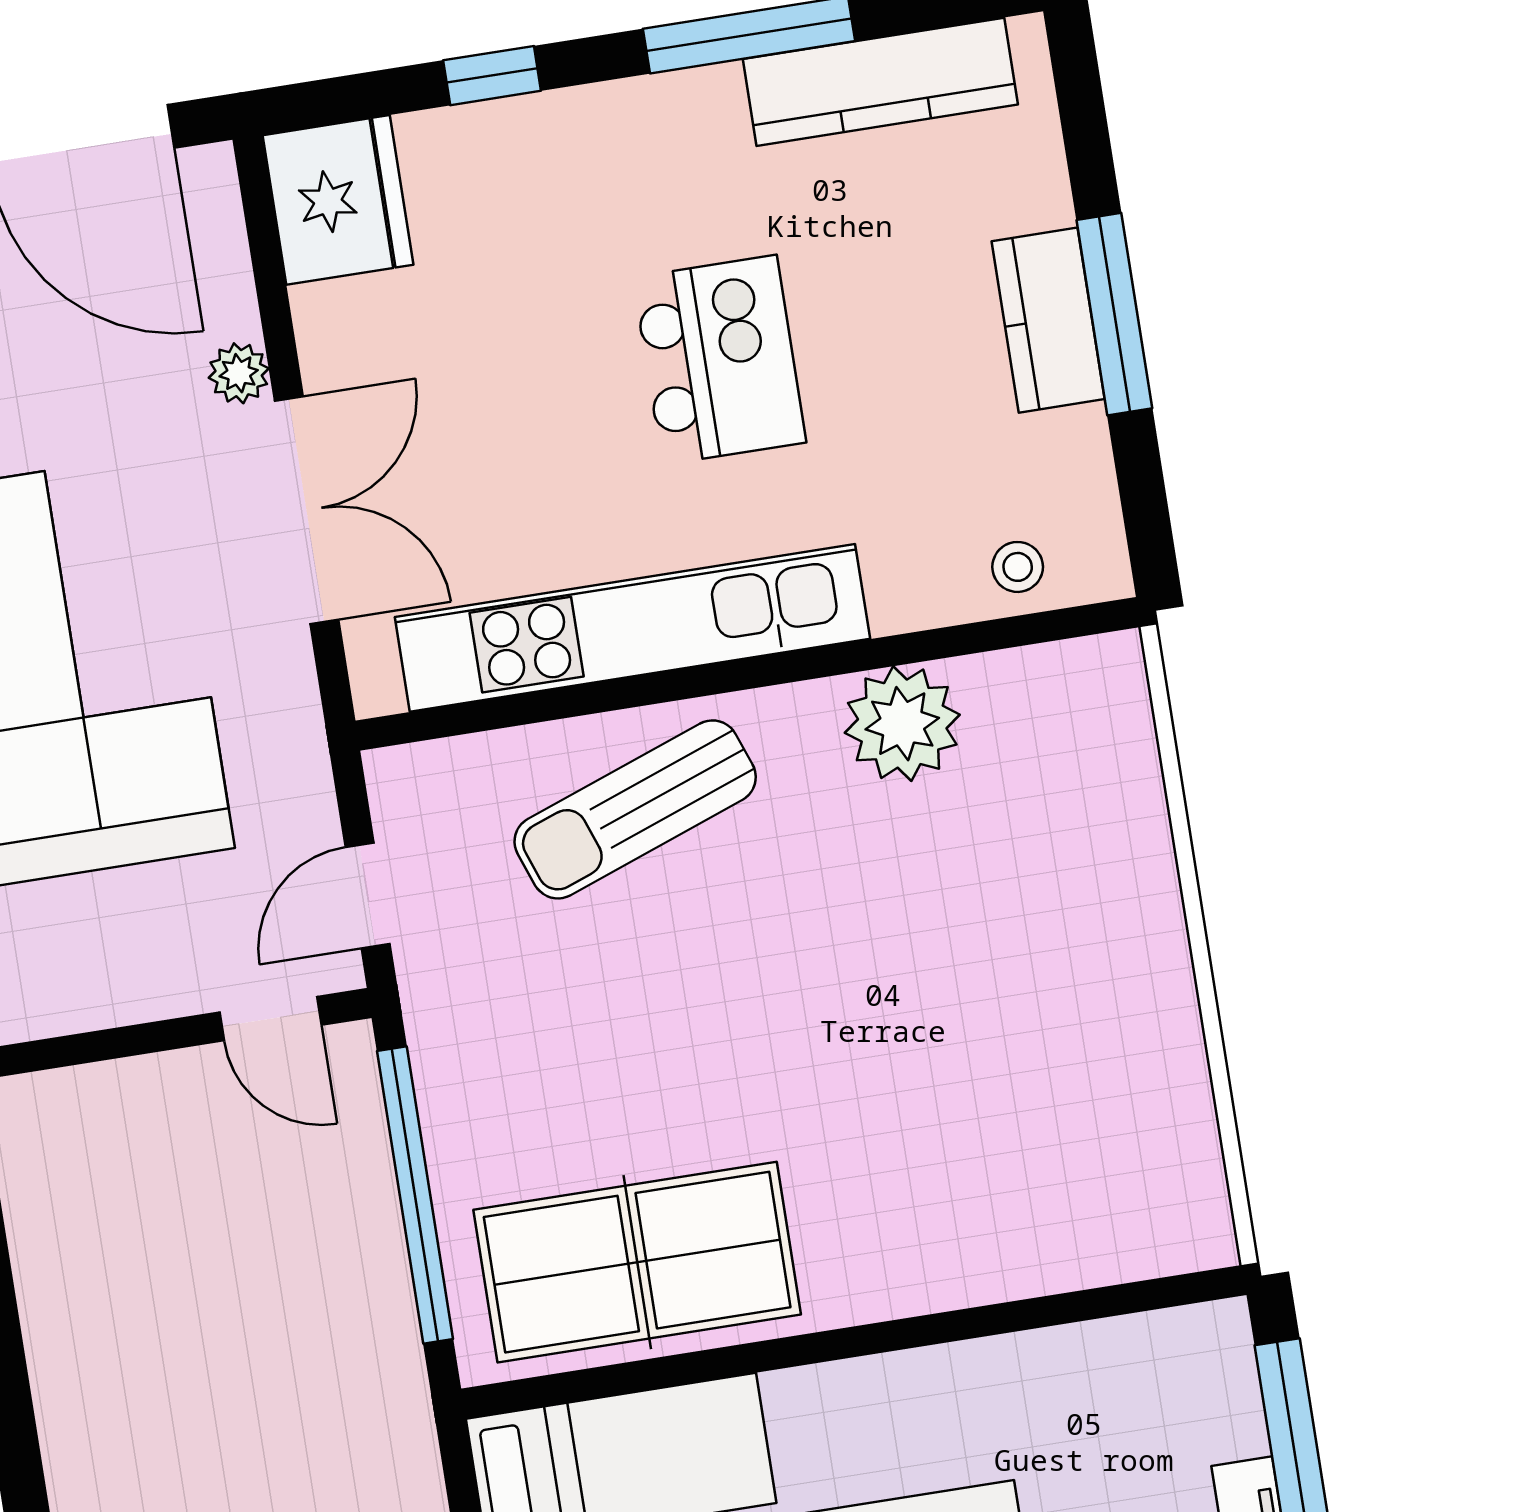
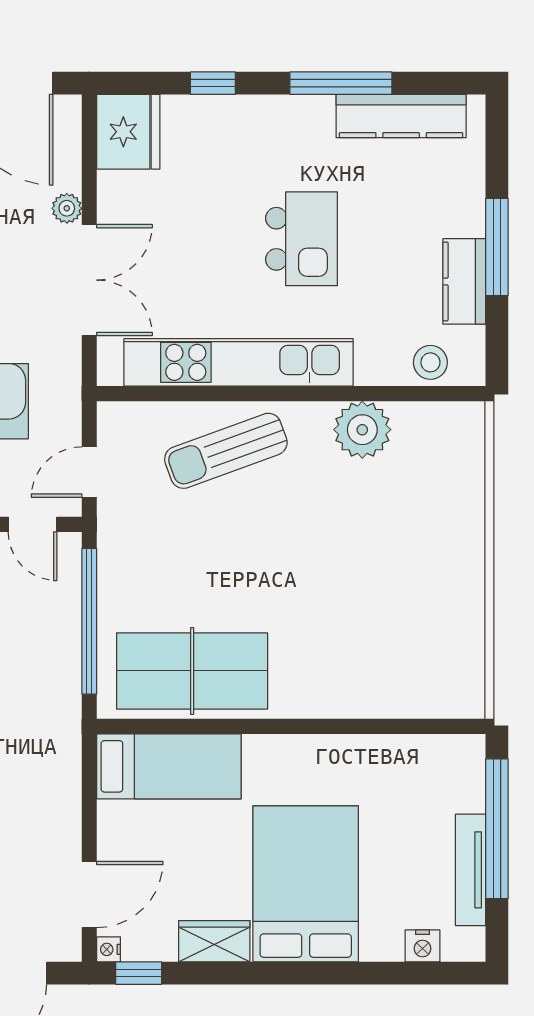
kitchen counter: (1048, 320) -> (464, 281), moved
stool: (1018, 567) -> (430, 362), width x1.37, depth x1.37

